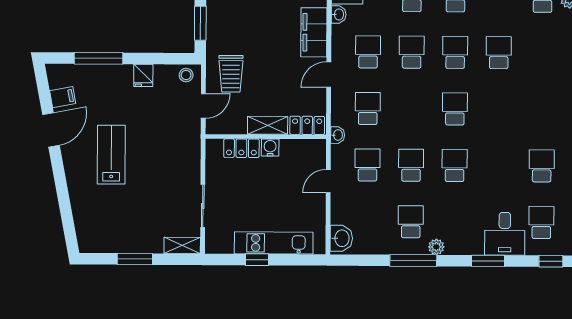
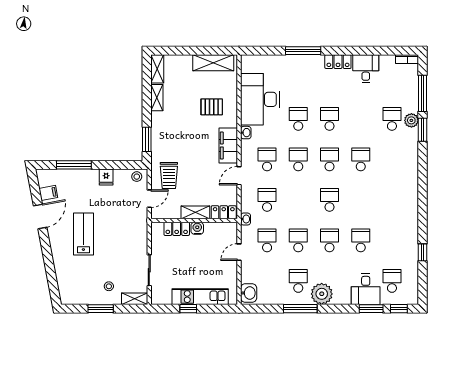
school desk: (542, 166) -> (361, 240), moved
stool: (146, 228) -> (109, 286), added
plant: (436, 247) -> (322, 294), width x1.88, depth x1.88
window: (488, 261) -> (371, 309), moved

